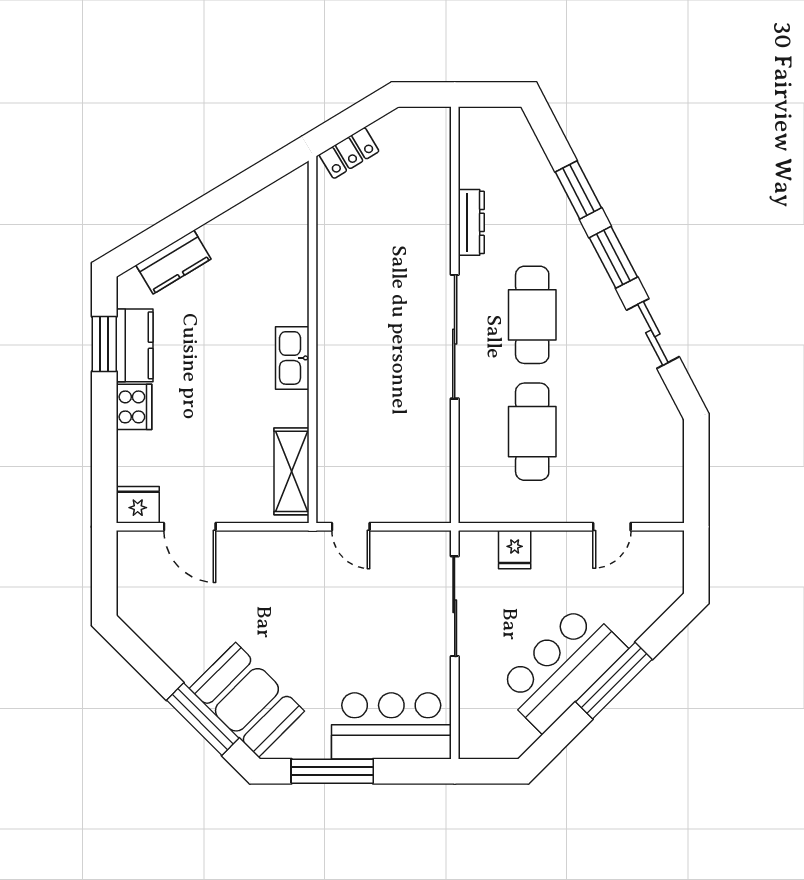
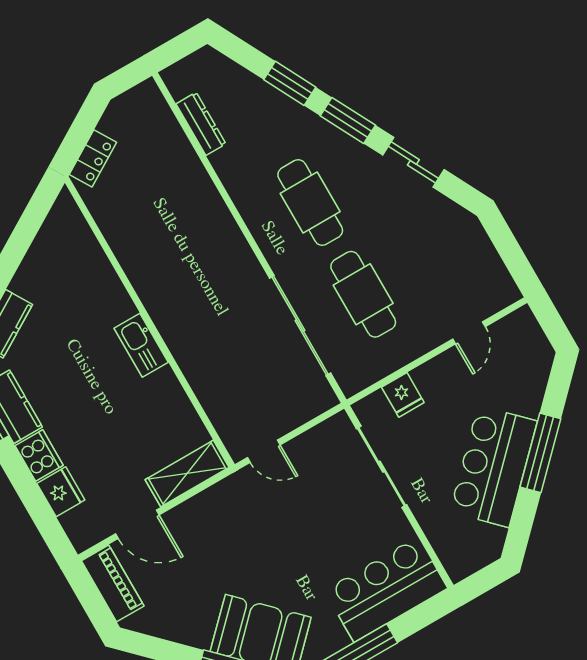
dresser: (471, 222) -> (201, 124), moved
sliding door: (455, 337) -> (300, 326), moved
shelving: (291, 471) -> (187, 473), moved, turned 90
fridge: (138, 505) -> (61, 492), moved, turned 90
piano: (134, 570) -> (113, 583), added

